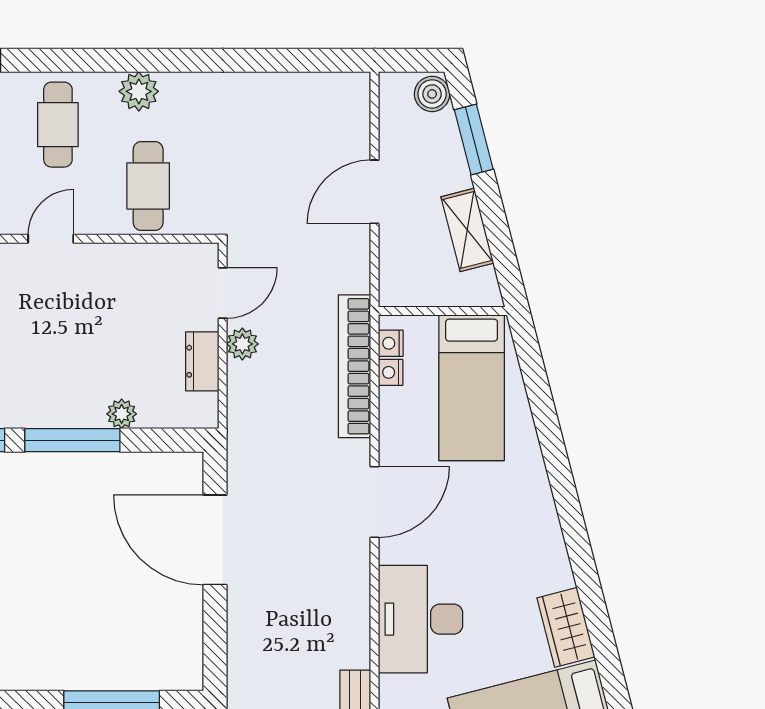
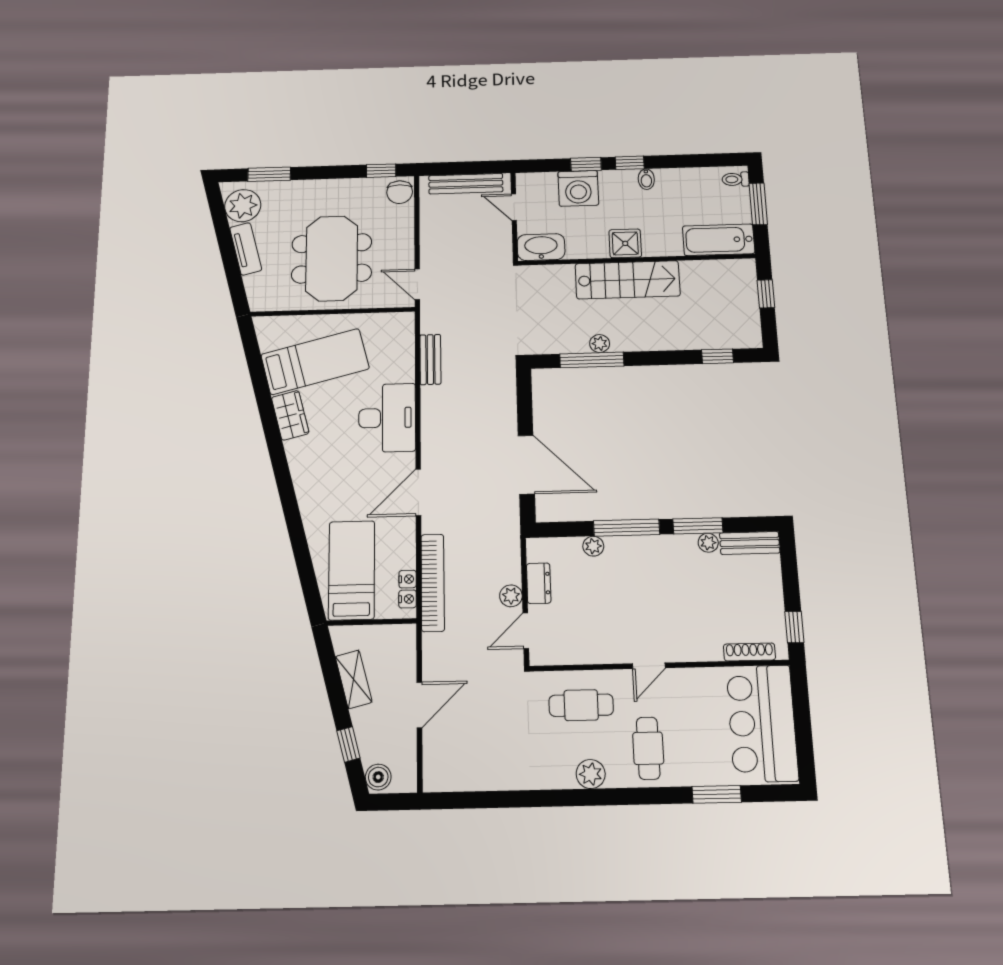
window: (474, 139) -> (348, 744), width x0.67
cafe table: (148, 186) -> (581, 705), turned 90

